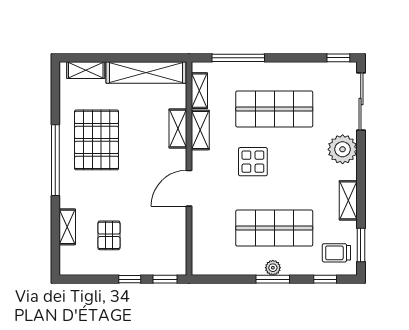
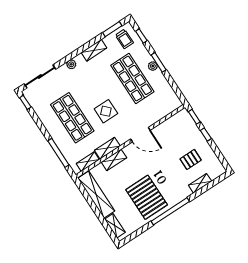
pallet: (97, 140) -> (147, 197), turned 90
plant: (343, 149) -> (71, 64), width x0.53, depth x0.53

